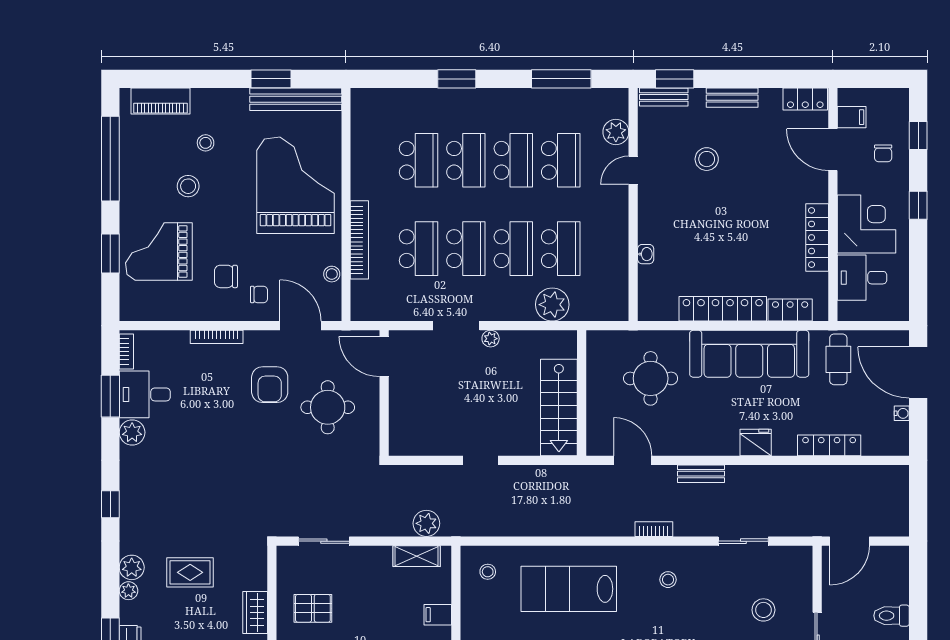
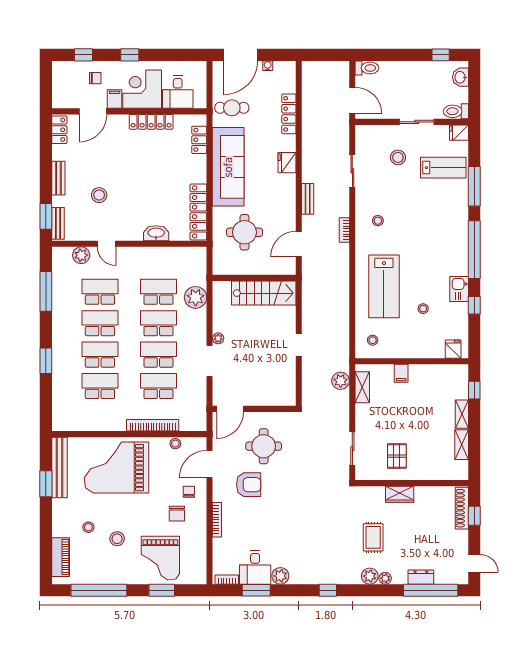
filing cabinet: (852, 117) -> (115, 99), moved
washbasin: (646, 254) -> (156, 233), width x1.91, depth x1.45
locker: (723, 309) -> (198, 212), moved
toilet: (891, 616) -> (367, 68), moved, turned -90

